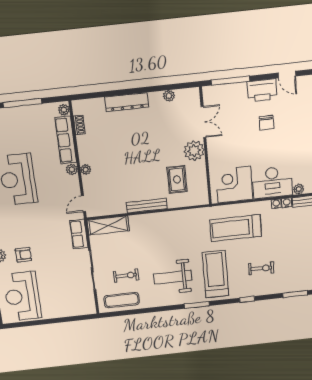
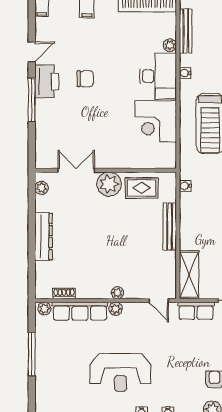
window: (230, 81) -> (32, 100), moved
double door: (203, 122) -> (76, 170), moved
wall: (206, 147) -> (106, 170), moved
plant: (194, 151) -> (109, 184), moved
water cooler: (287, 203) -> (185, 186), moved

